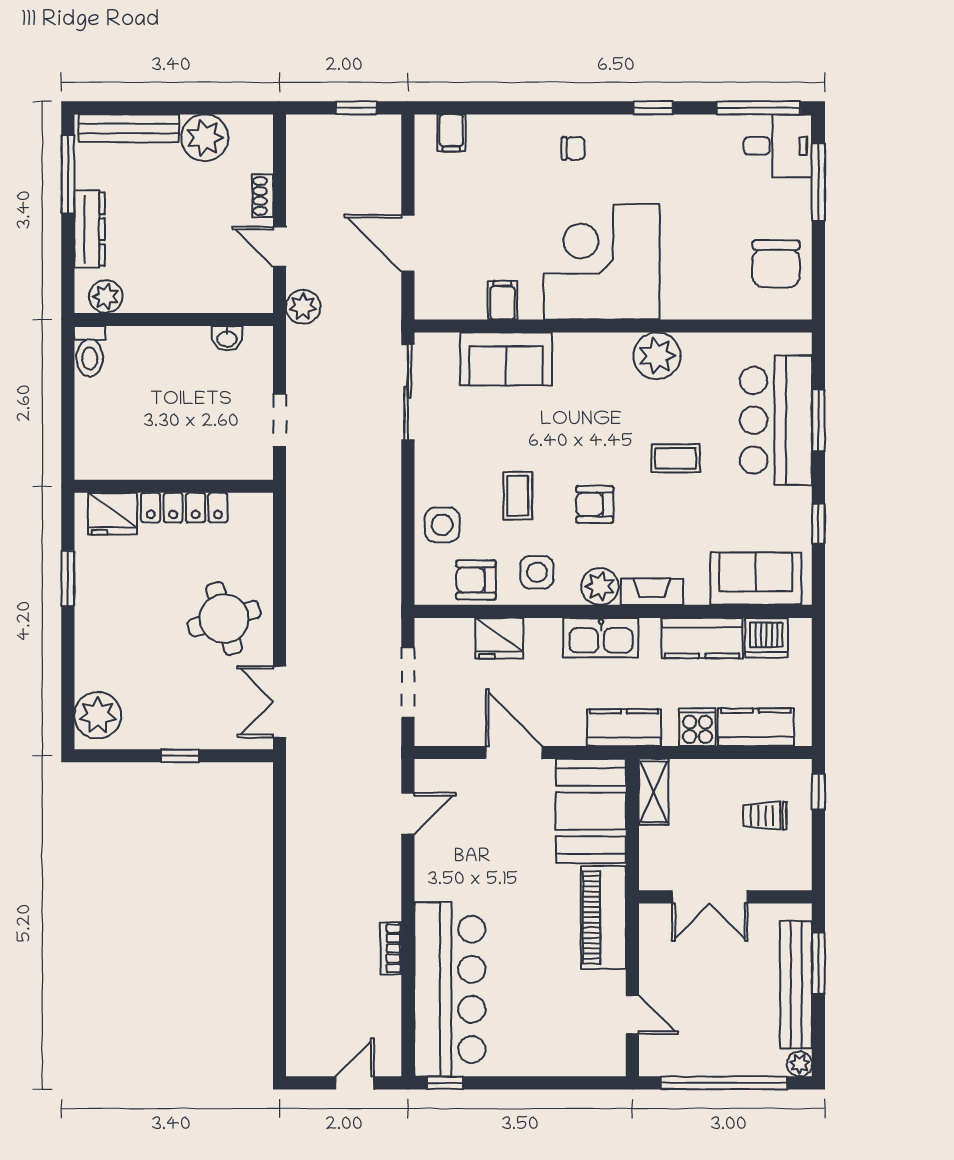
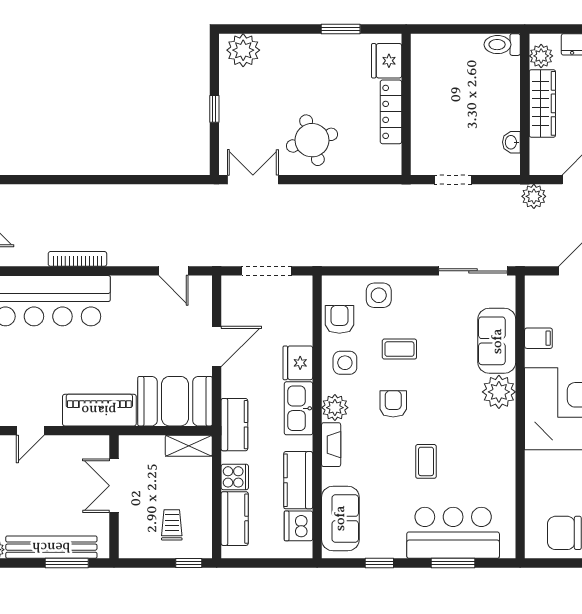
wardrobe: (172, 295) -> (542, 103), added
plant: (657, 356) -> (499, 392), moved
fridge: (499, 638) -> (298, 363), moved
bookcase: (391, 948) -> (77, 259), width x1.56

